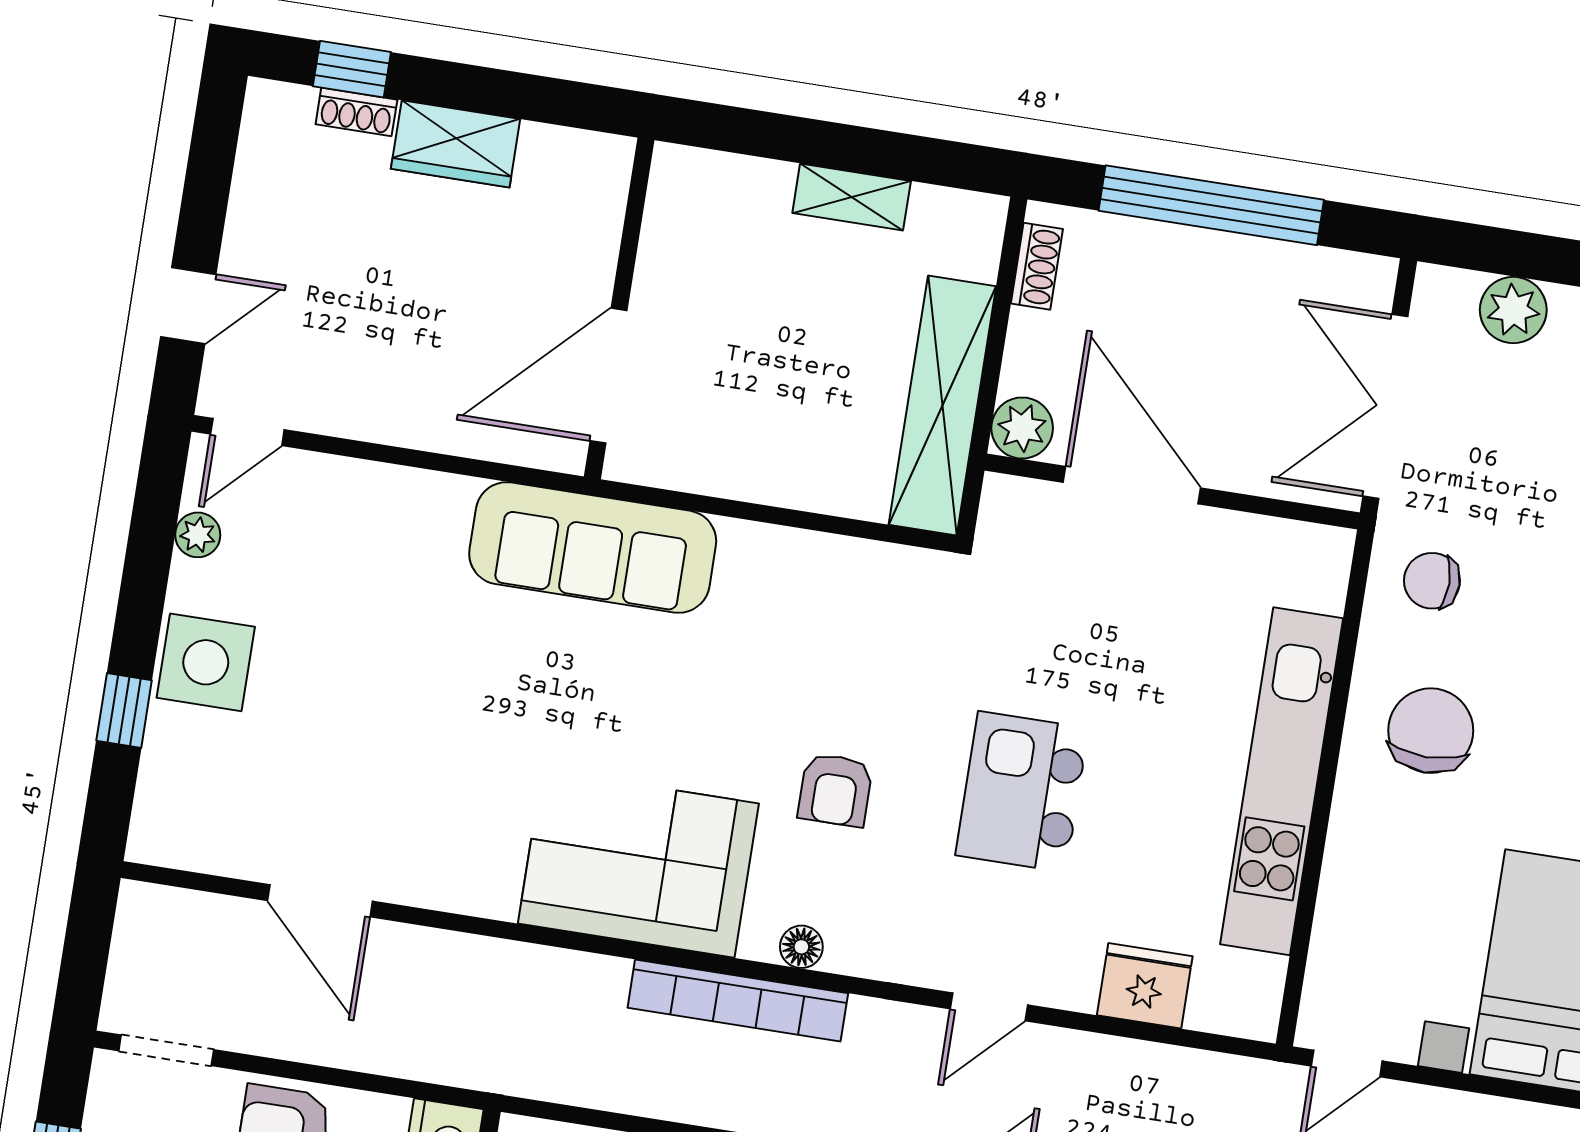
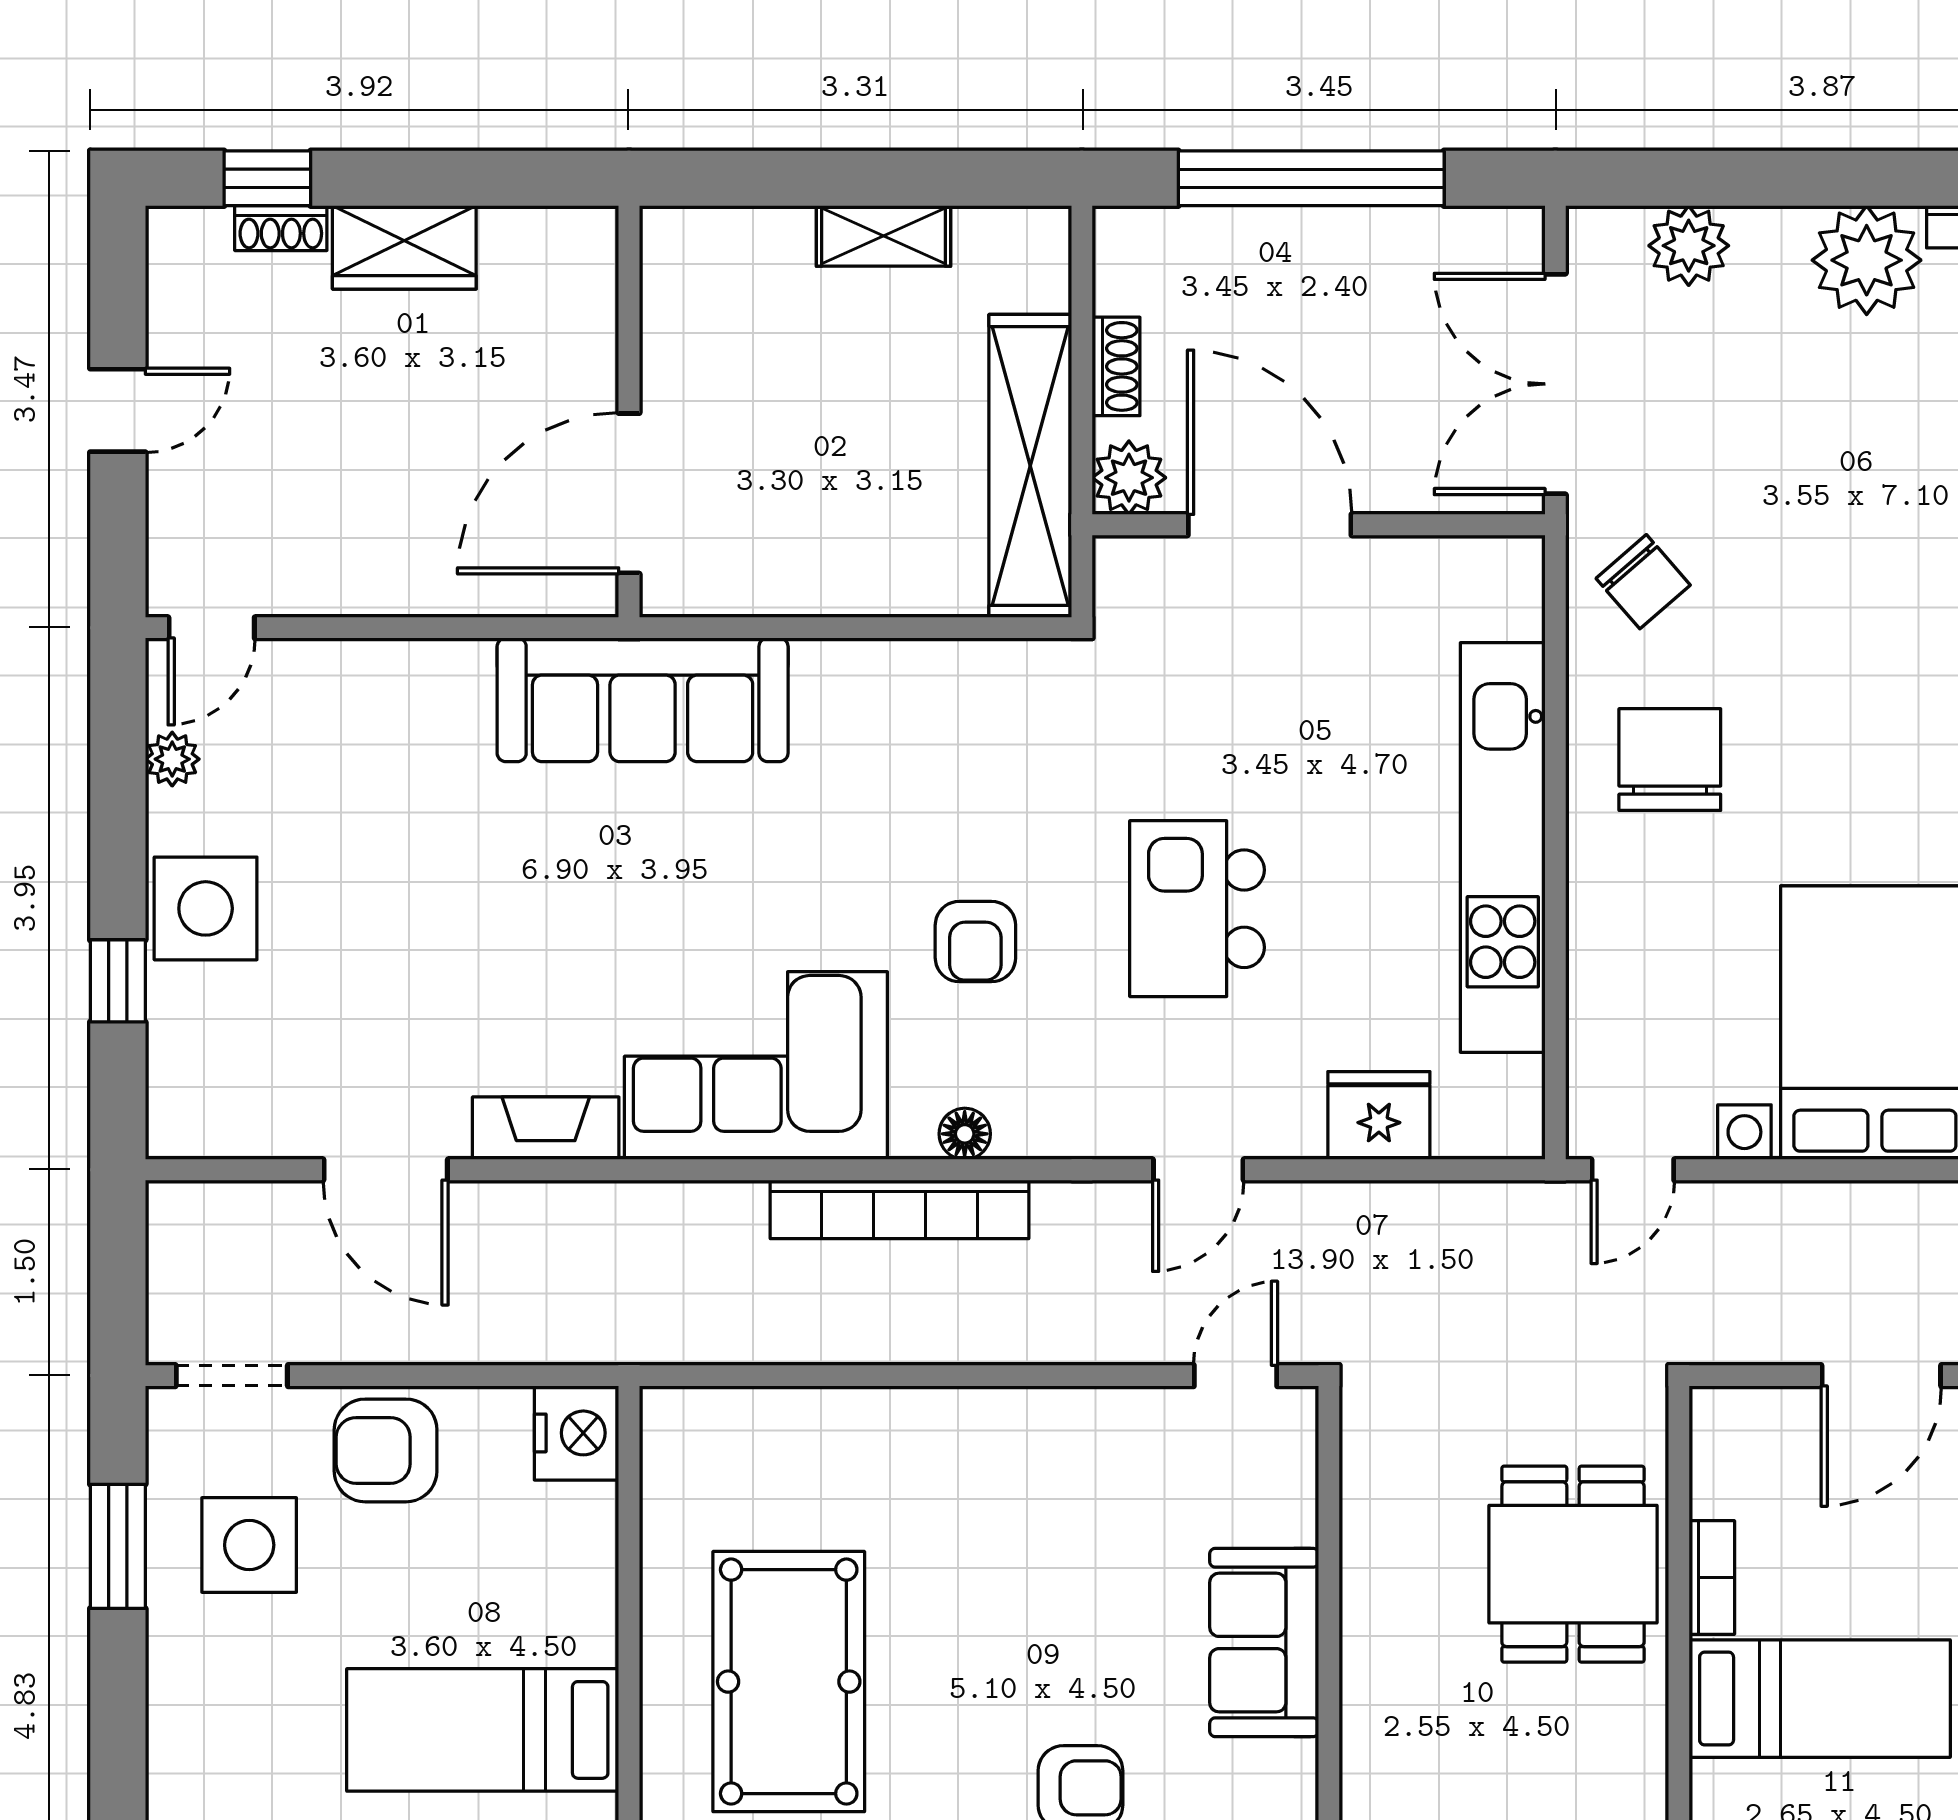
shoe rack: (1037, 266) -> (1116, 366), moved
door: (188, 305) -> (118, 410), moved
chair: (1432, 581) -> (1643, 582), turned -131
fireplace: (457, 888) -> (546, 1128), added

